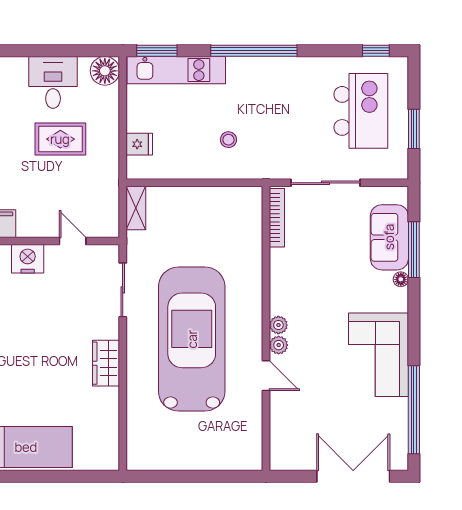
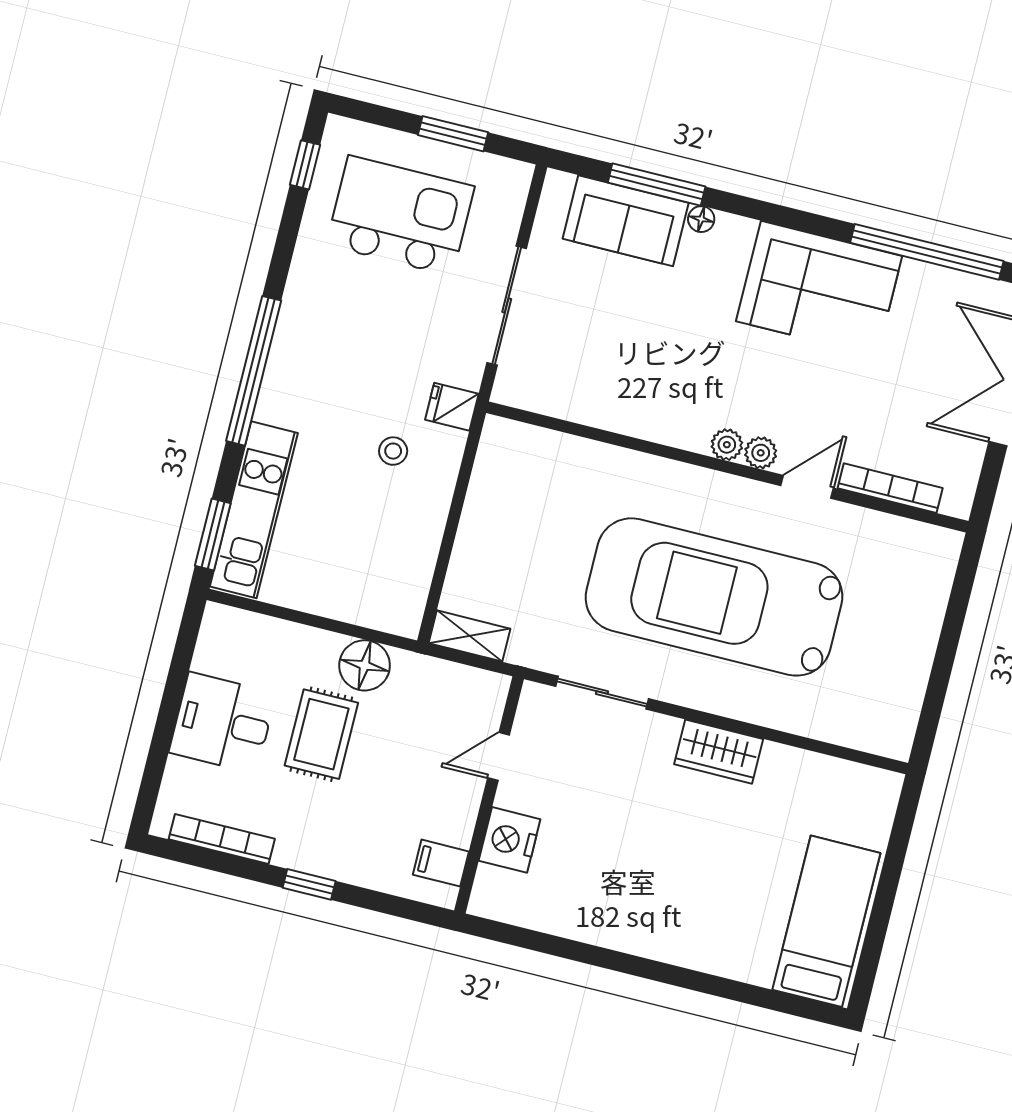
floor lamp: (105, 71) -> (365, 665), moved
fridge: (139, 144) -> (452, 407), moved, turned -90
bookcase: (277, 218) -> (890, 488), moved

